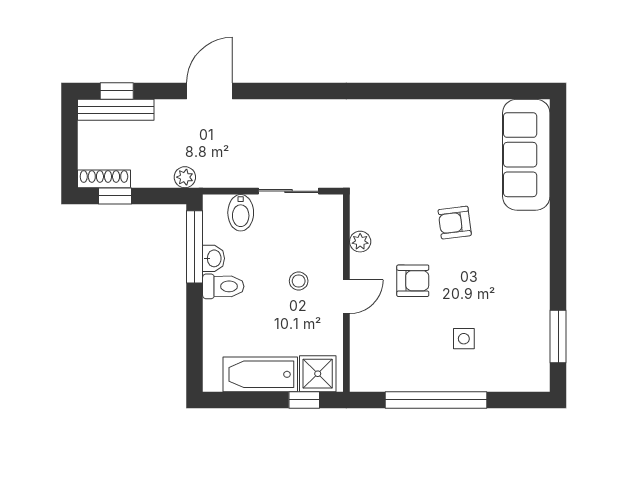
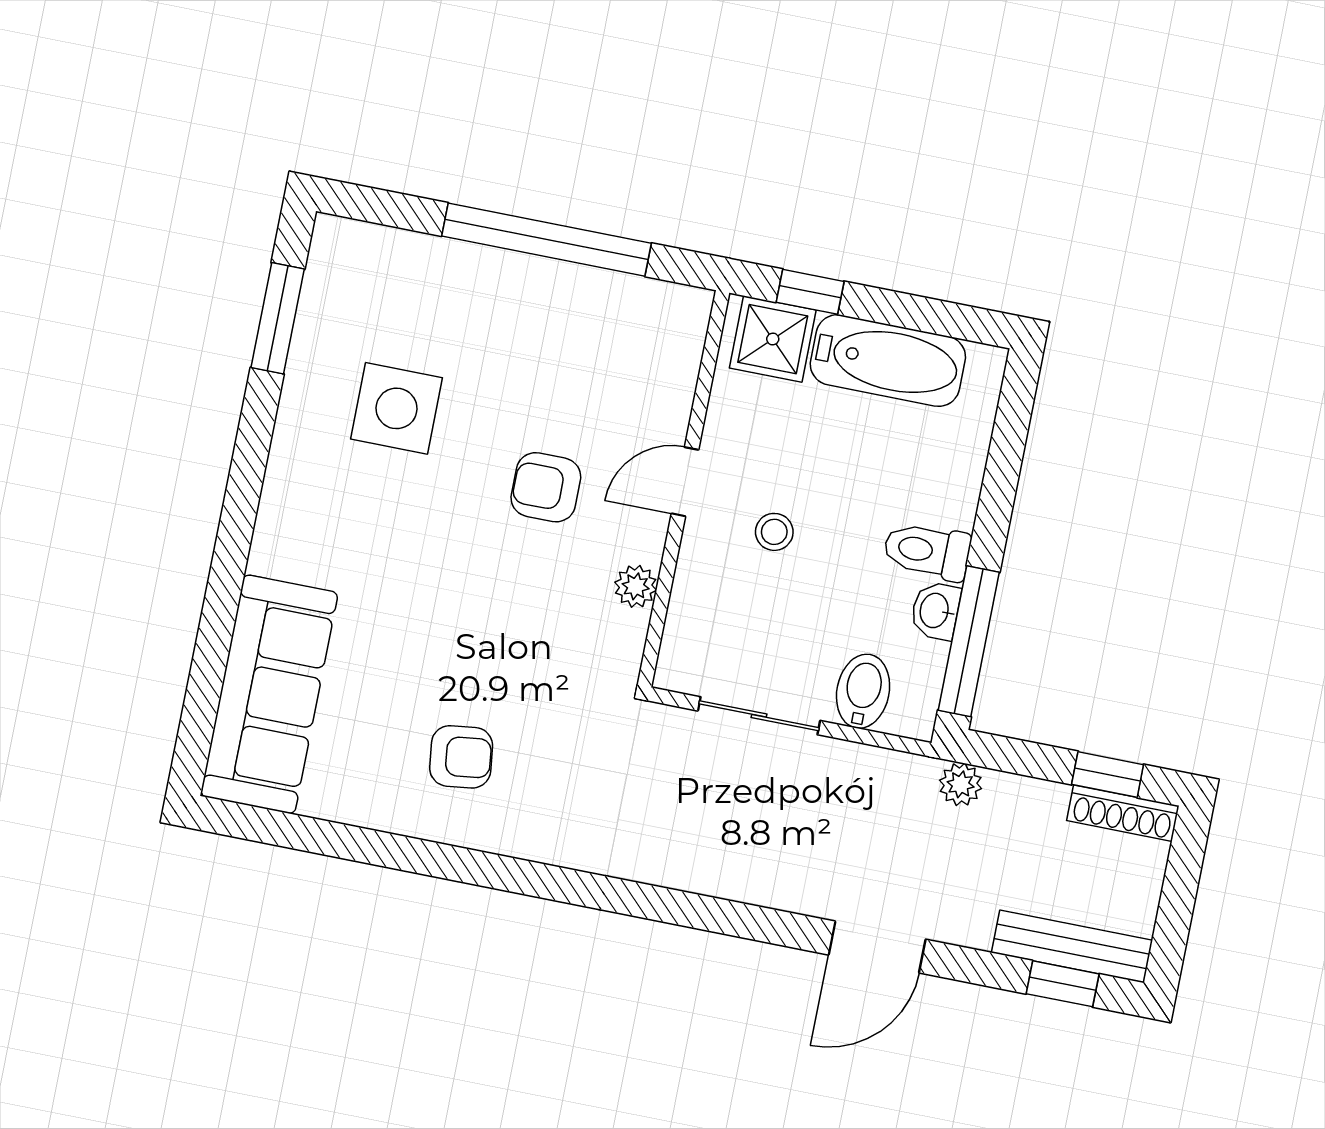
armchair: (455, 223) -> (461, 757), moved
side table: (464, 339) -> (397, 408), moved, width x1.87, depth x1.87

